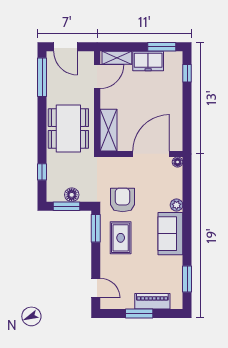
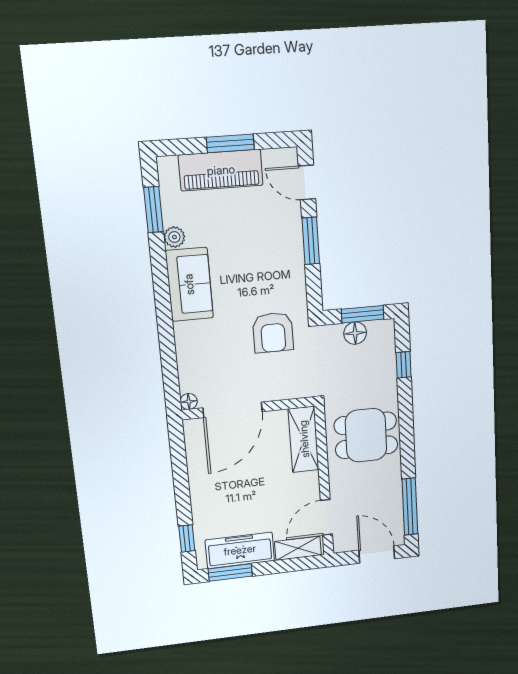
freezer: (148, 61) -> (240, 550), width x1.40
dining table: (68, 128) -> (366, 435), width x0.73
plant: (177, 205) -> (174, 237), moved
window: (96, 228) -> (311, 241), moved
rug: (121, 238) -> (272, 270), removed
piano: (152, 301) -> (221, 170), width x1.37, depth x1.33

